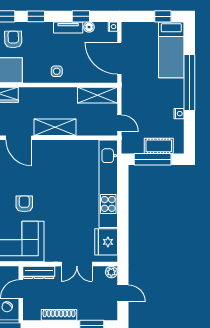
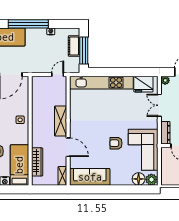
shelving: (97, 95) -> (37, 90), removed
door: (19, 138) -> (68, 147), hinge flipped
double door: (77, 264) -> (159, 105), swing flipped

